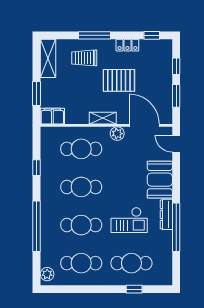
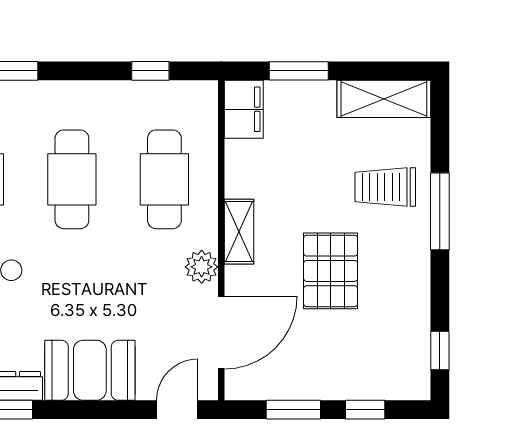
locker: (127, 45) -> (416, 292), removed
trolley: (84, 58) -> (385, 187), turned -90
window: (37, 168) -> (150, 71), moved

